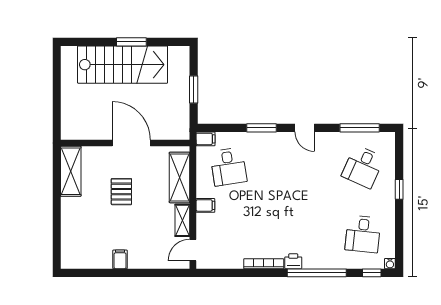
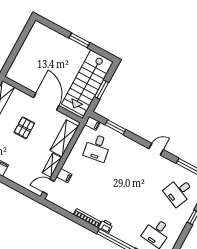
stairs: (123, 65) -> (87, 83), moved, turned 90
window: (261, 128) -> (115, 127), moved
door: (305, 128) -> (156, 149), swing flipped
filing cabinet: (205, 205) -> (64, 176), moved

